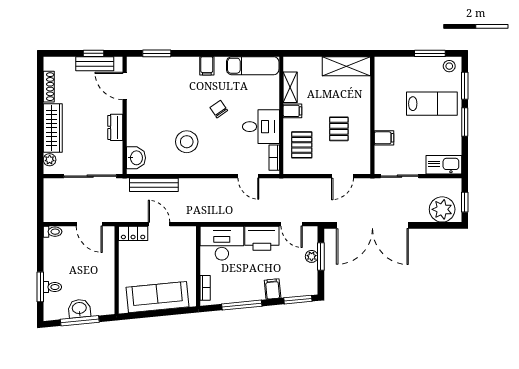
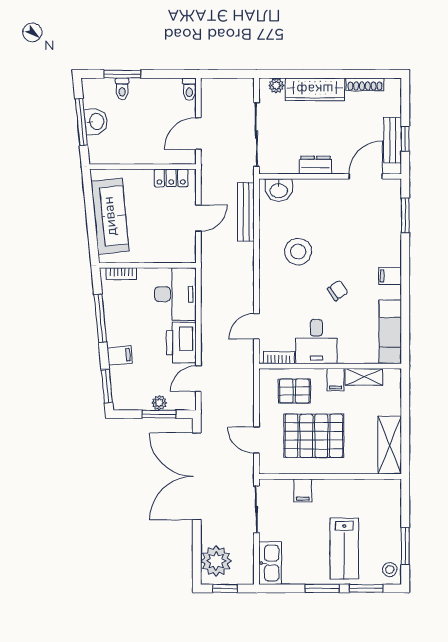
pallet: (339, 129) -> (314, 436), width x2.05, depth x2.00
locker: (133, 233) -> (171, 178), moved, turned -90

